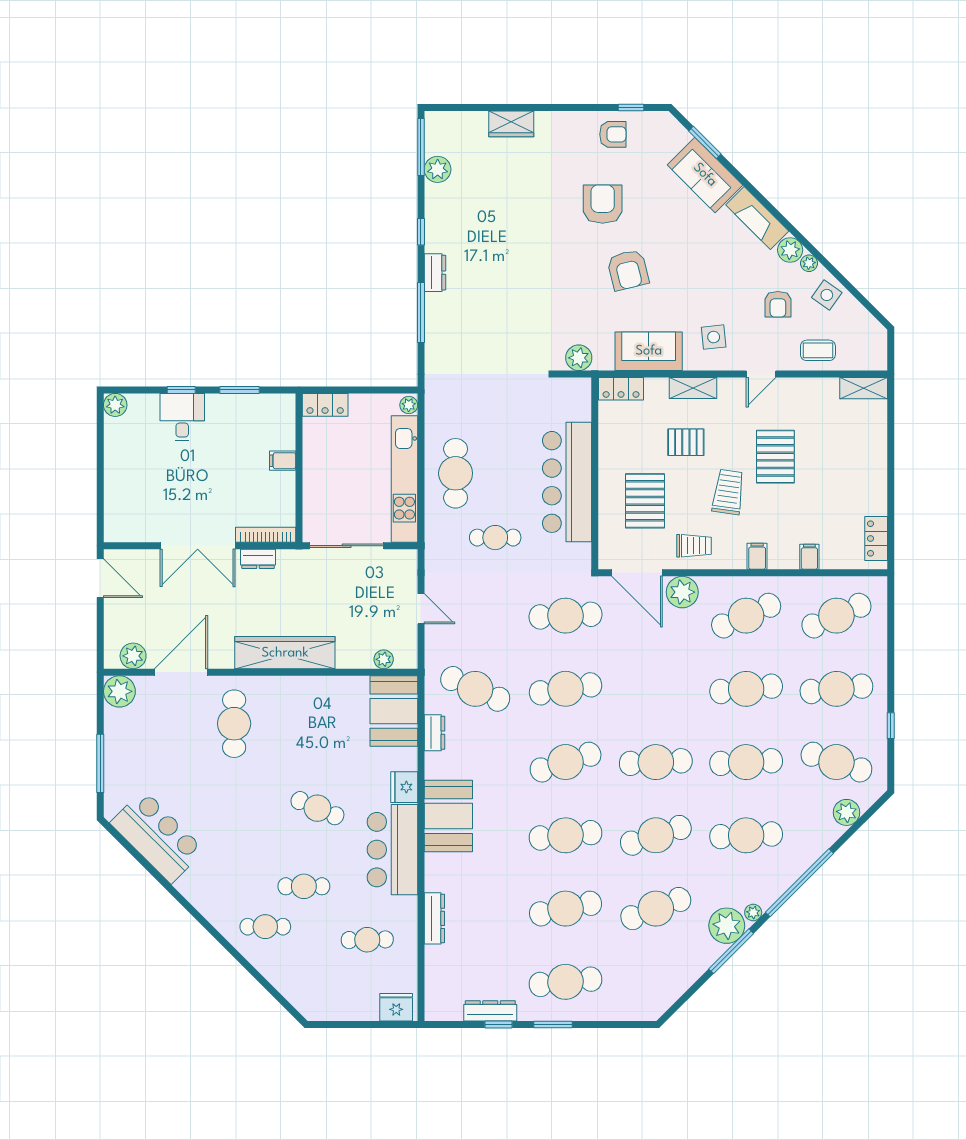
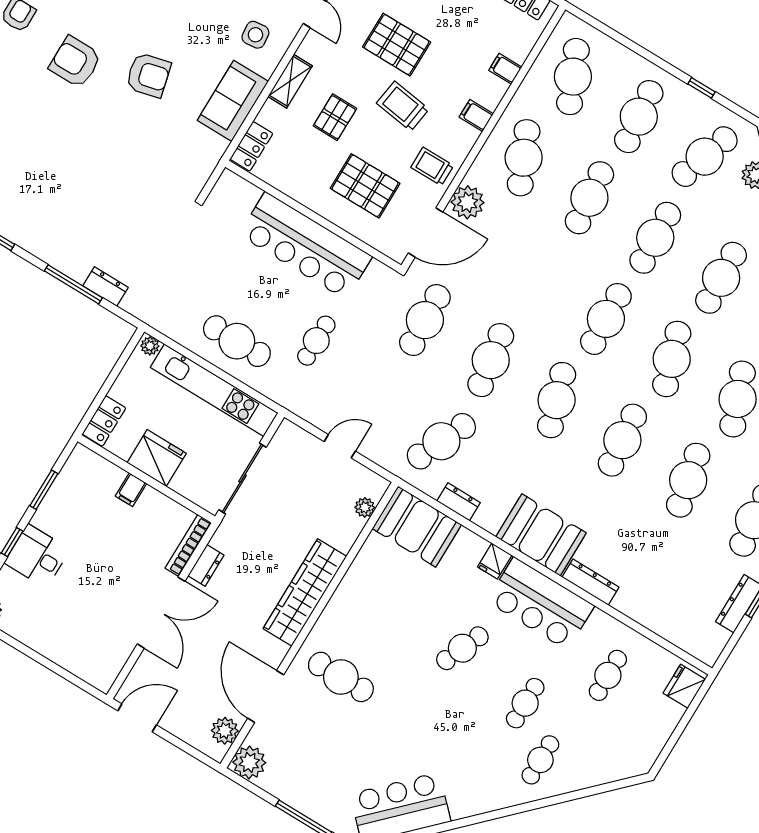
dresser: (435, 273) -> (105, 287), moved
plant: (579, 358) -> (200, 167), removed
fridge: (321, 466) -> (157, 458), added
trolley: (694, 546) -> (432, 166), turned -90
fridge: (404, 787) -> (495, 561), width x0.72
dresser: (434, 918) -> (590, 582), moved

